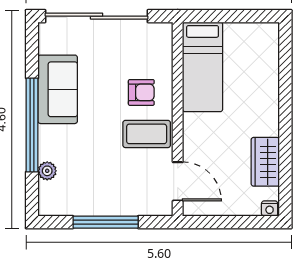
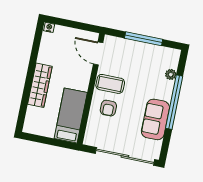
armchair: (141, 92) -> (108, 108), turned -90
wardrobe: (265, 162) -> (40, 85), moved, width x1.50

